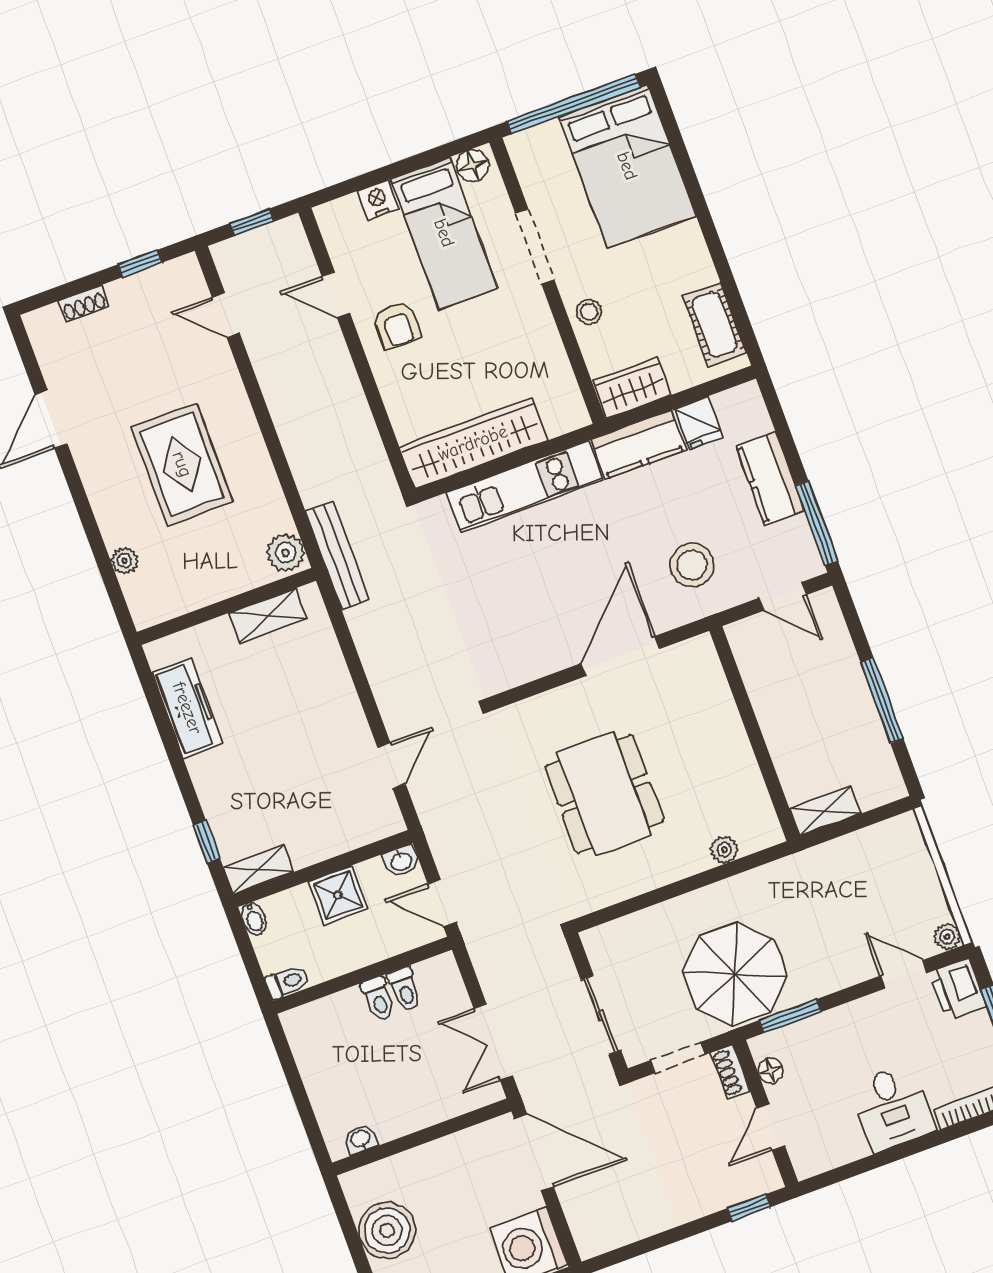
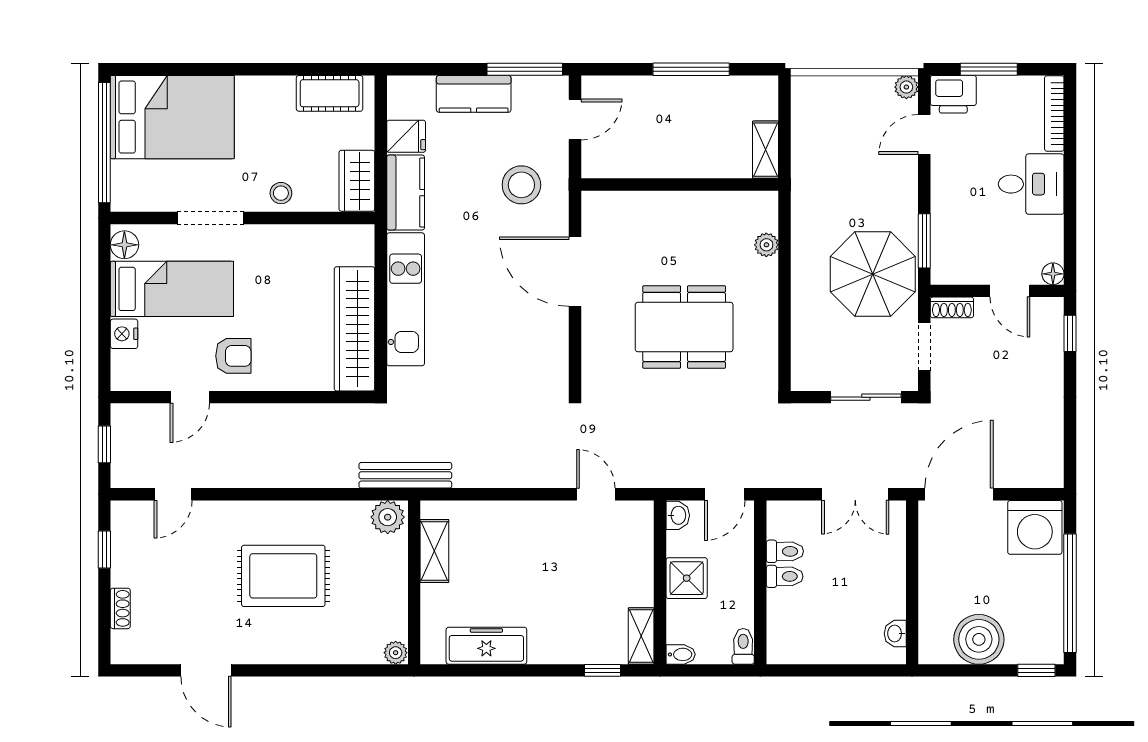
plant: (125, 561) -> (396, 653), moved
floor lamp: (771, 1071) -> (1053, 274), moved

